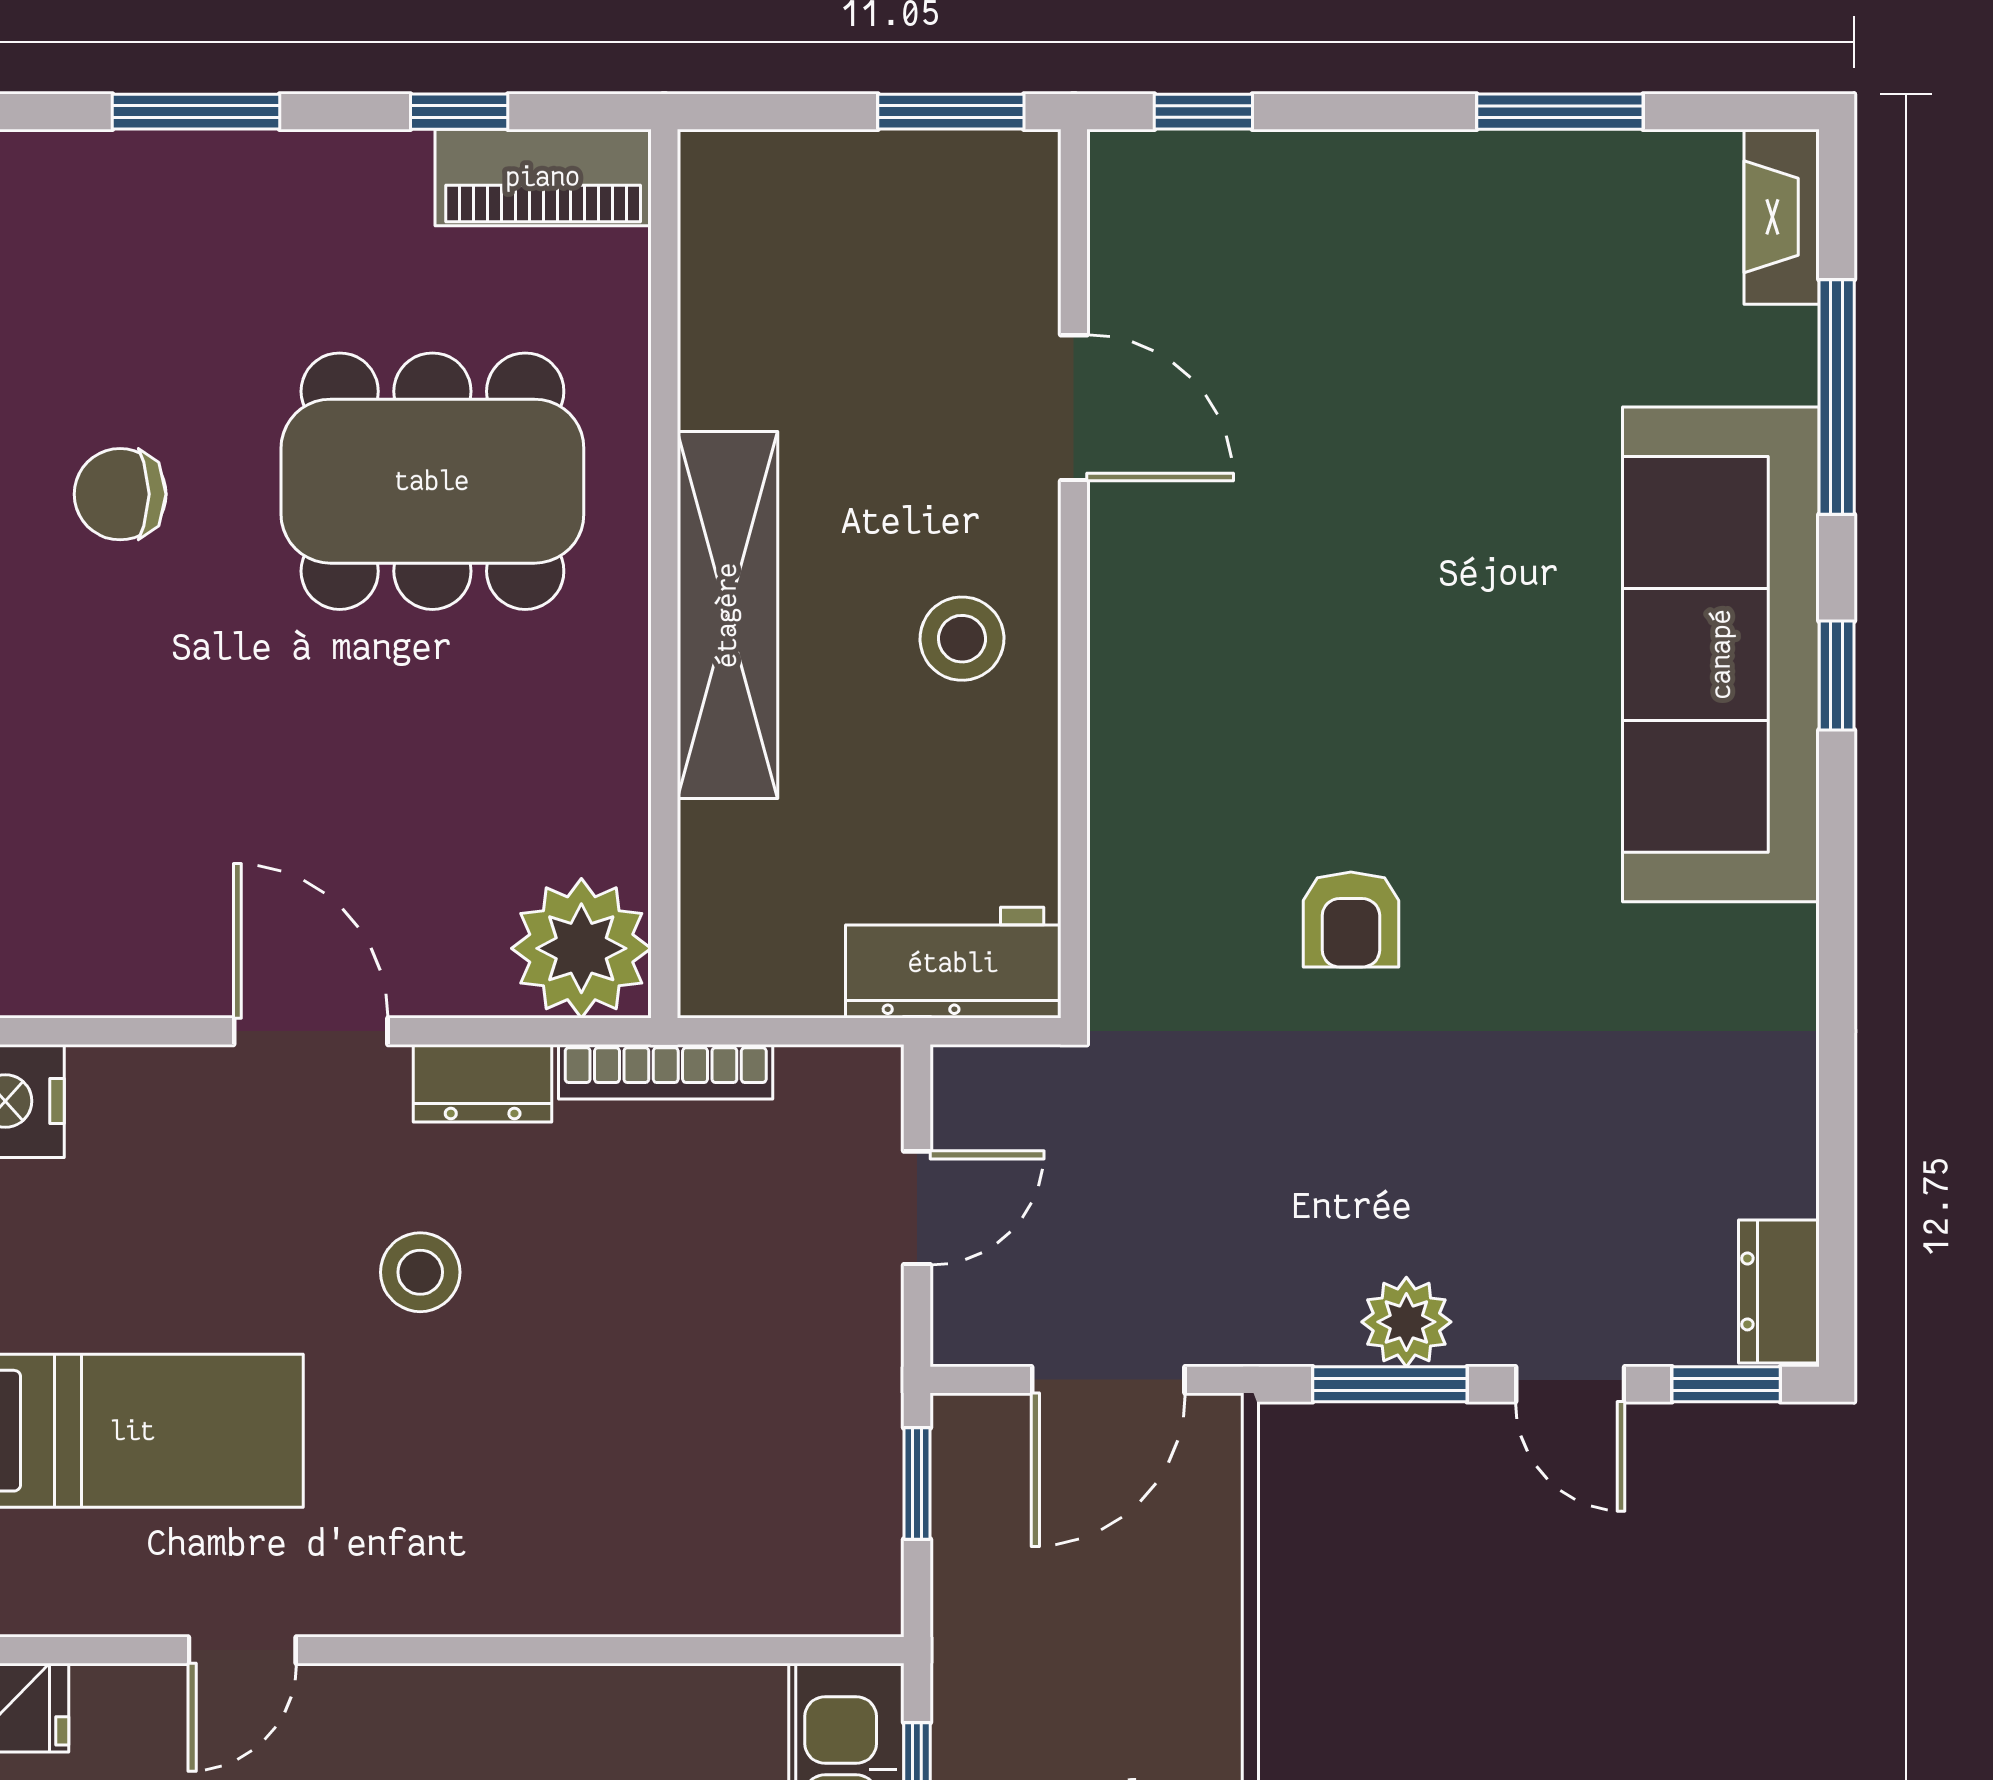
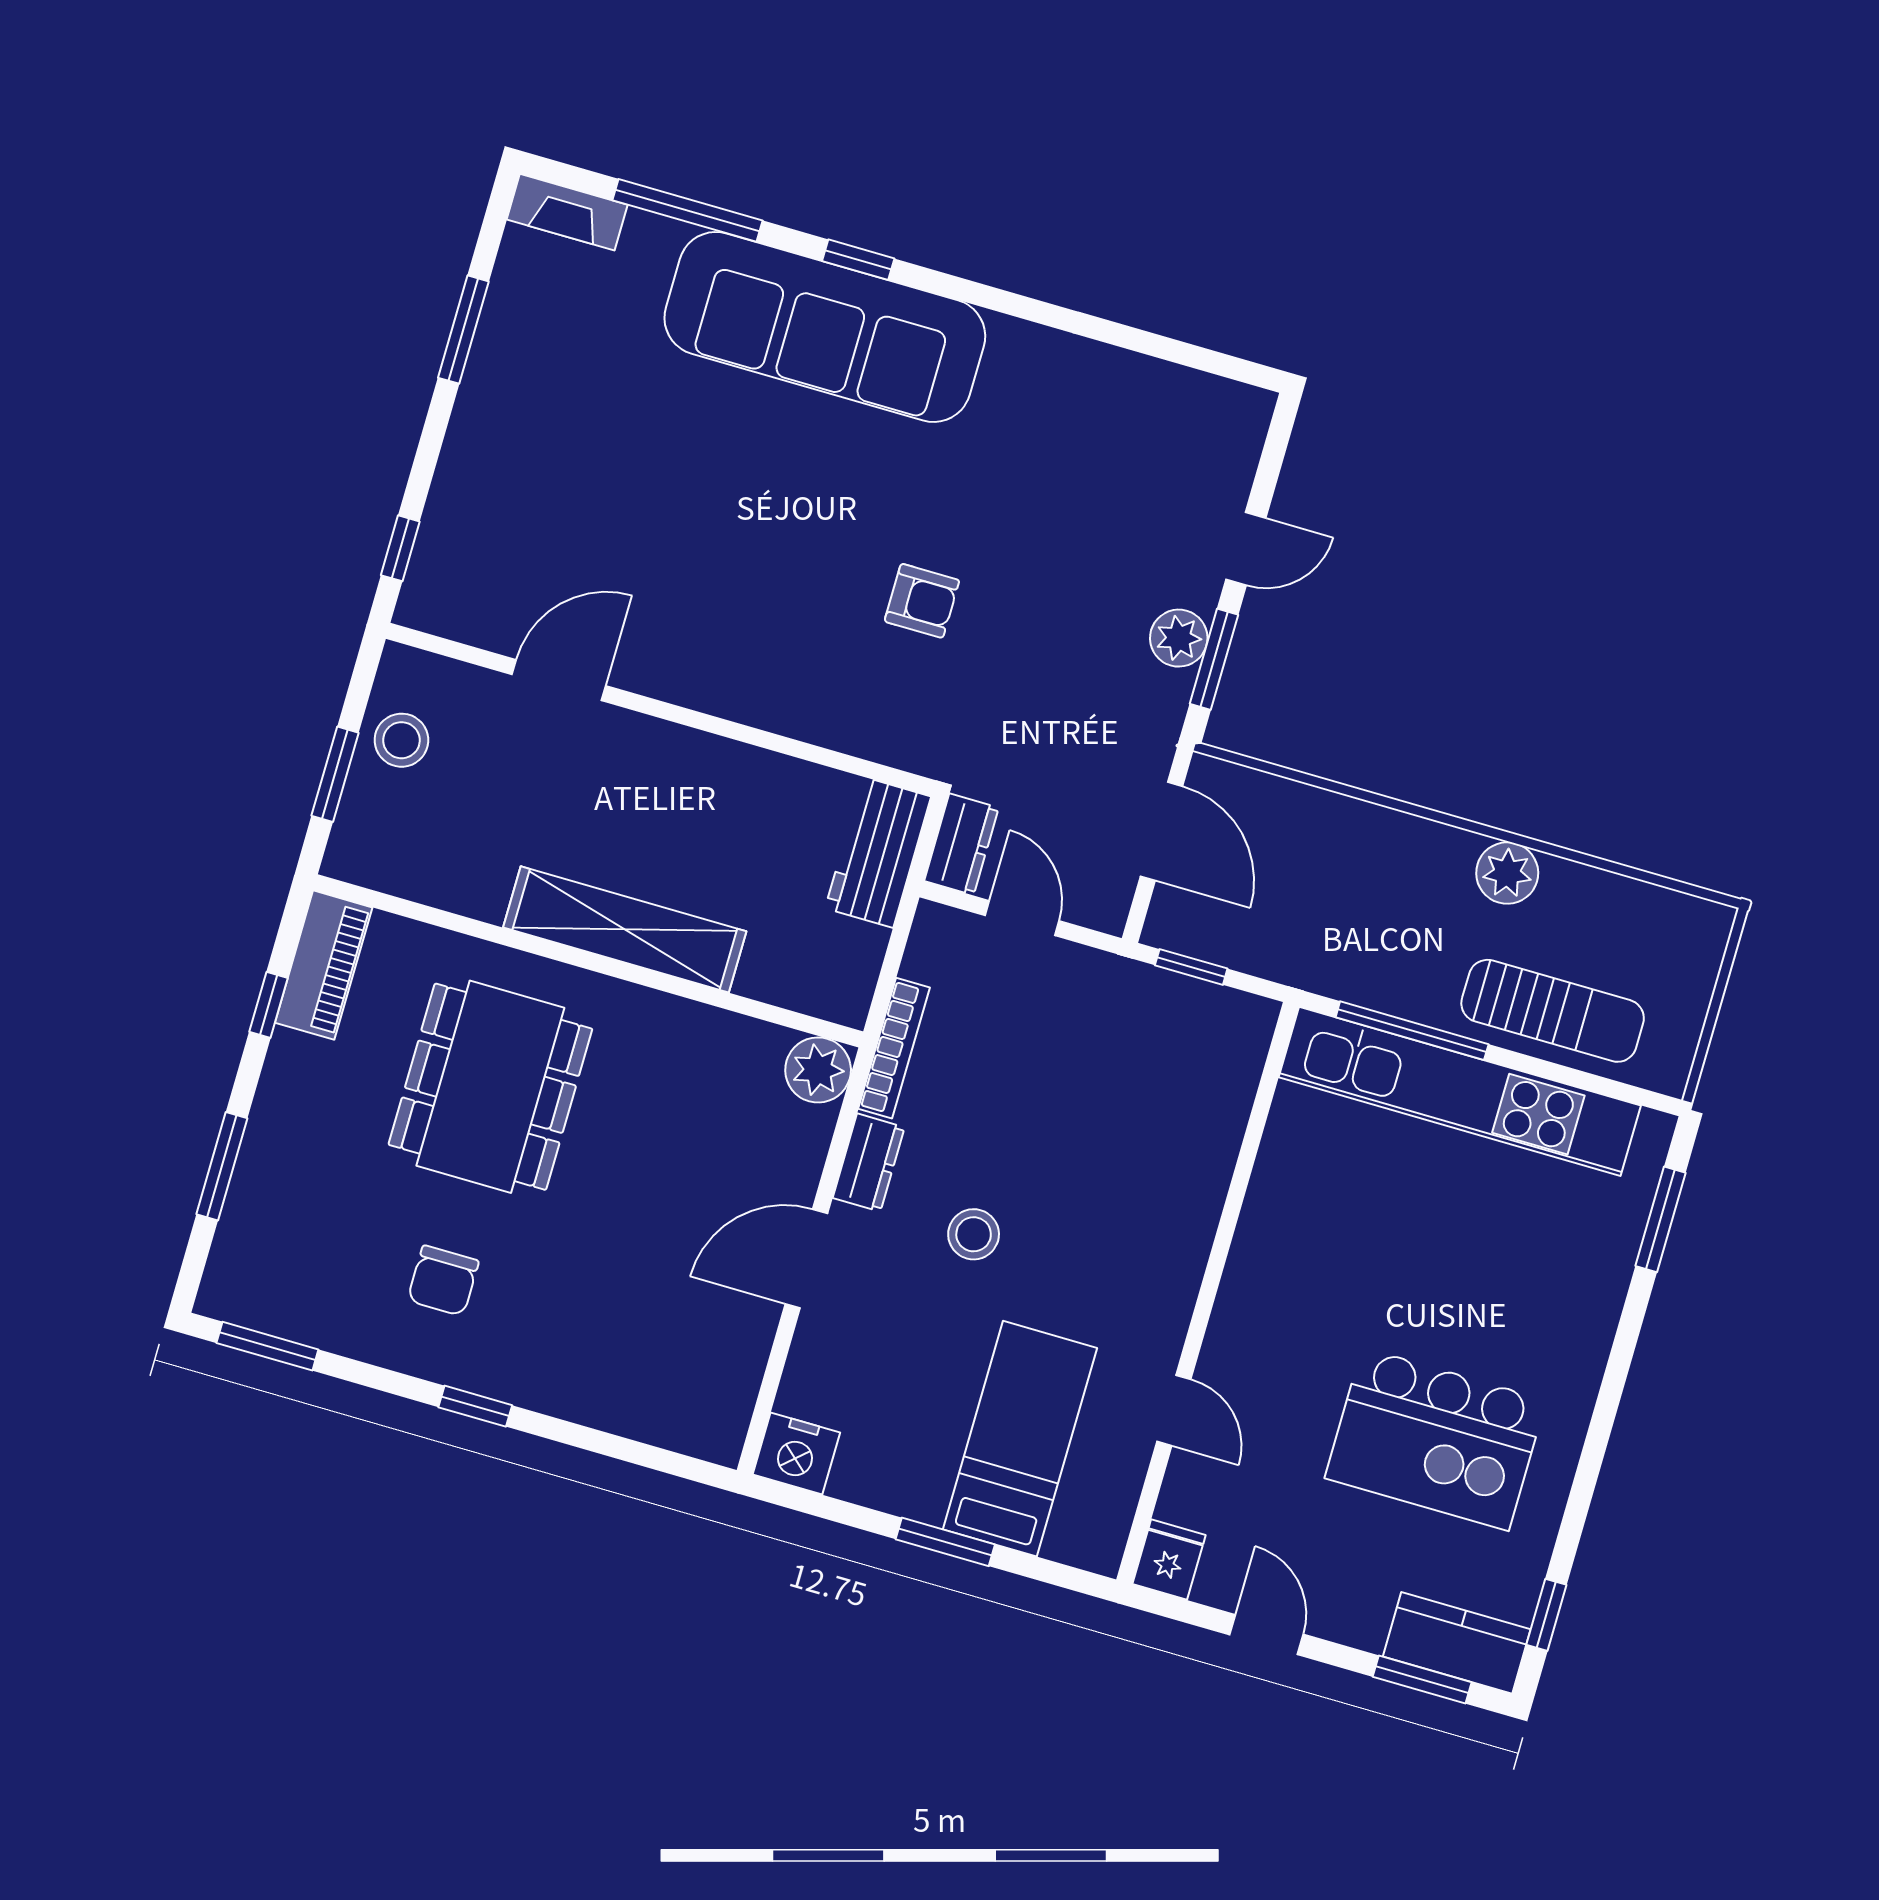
window: (951, 112) -> (335, 774), moved
stool: (962, 639) -> (401, 740), moved
plant: (581, 948) -> (818, 1070), width x0.73, depth x0.73
dresser: (1779, 1291) -> (961, 844), moved, turned -90
window: (1726, 1384) -> (1274, 453), removed

